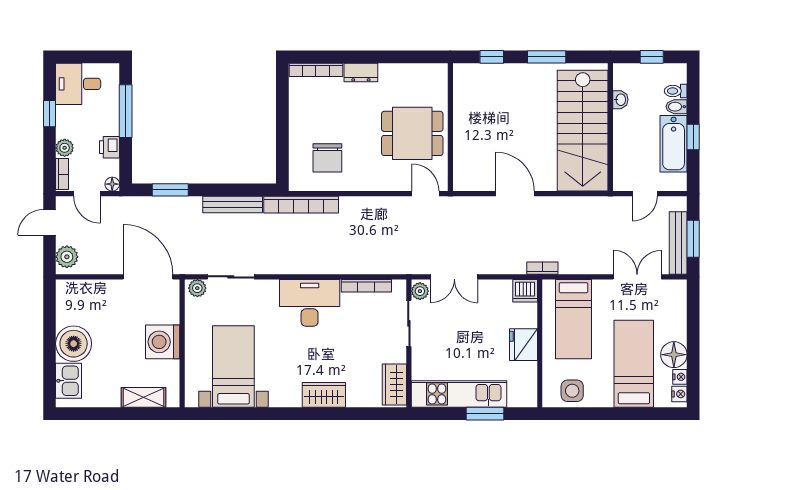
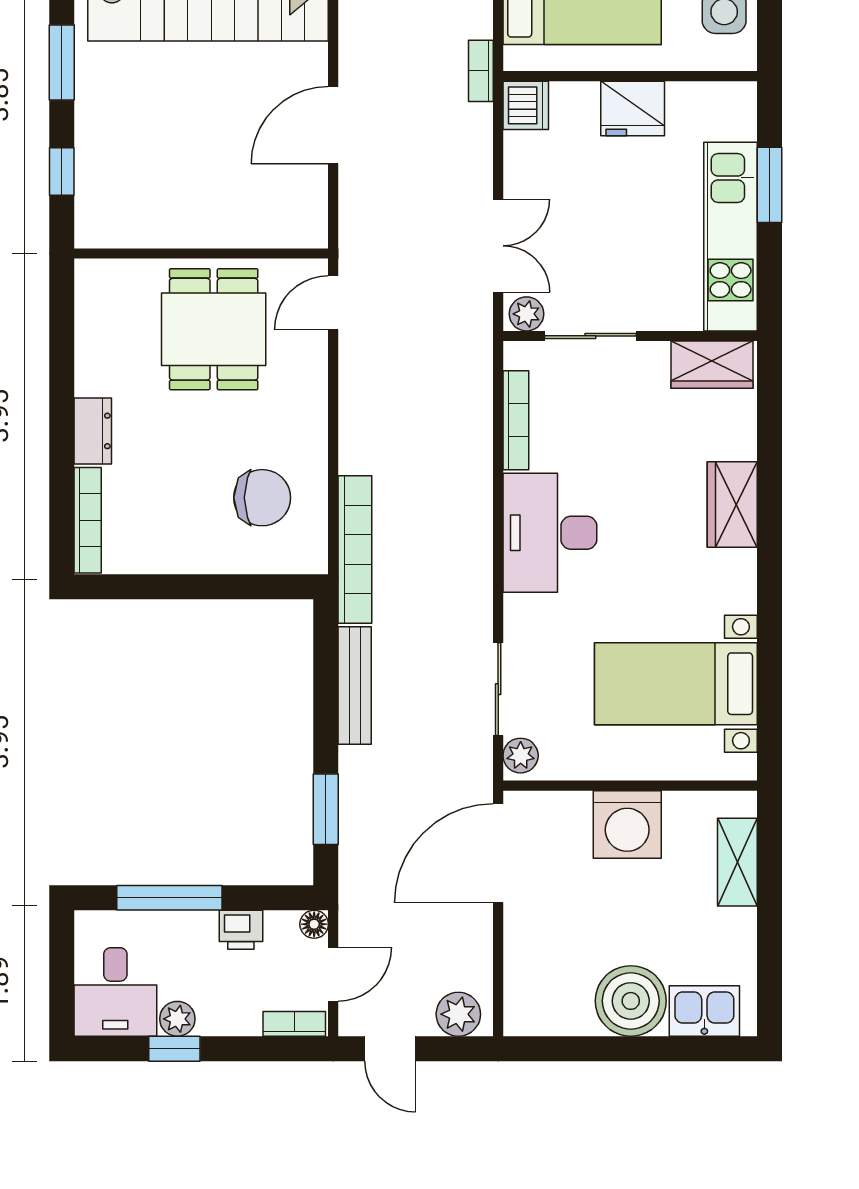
plant: (65, 148) -> (177, 1019), moved

